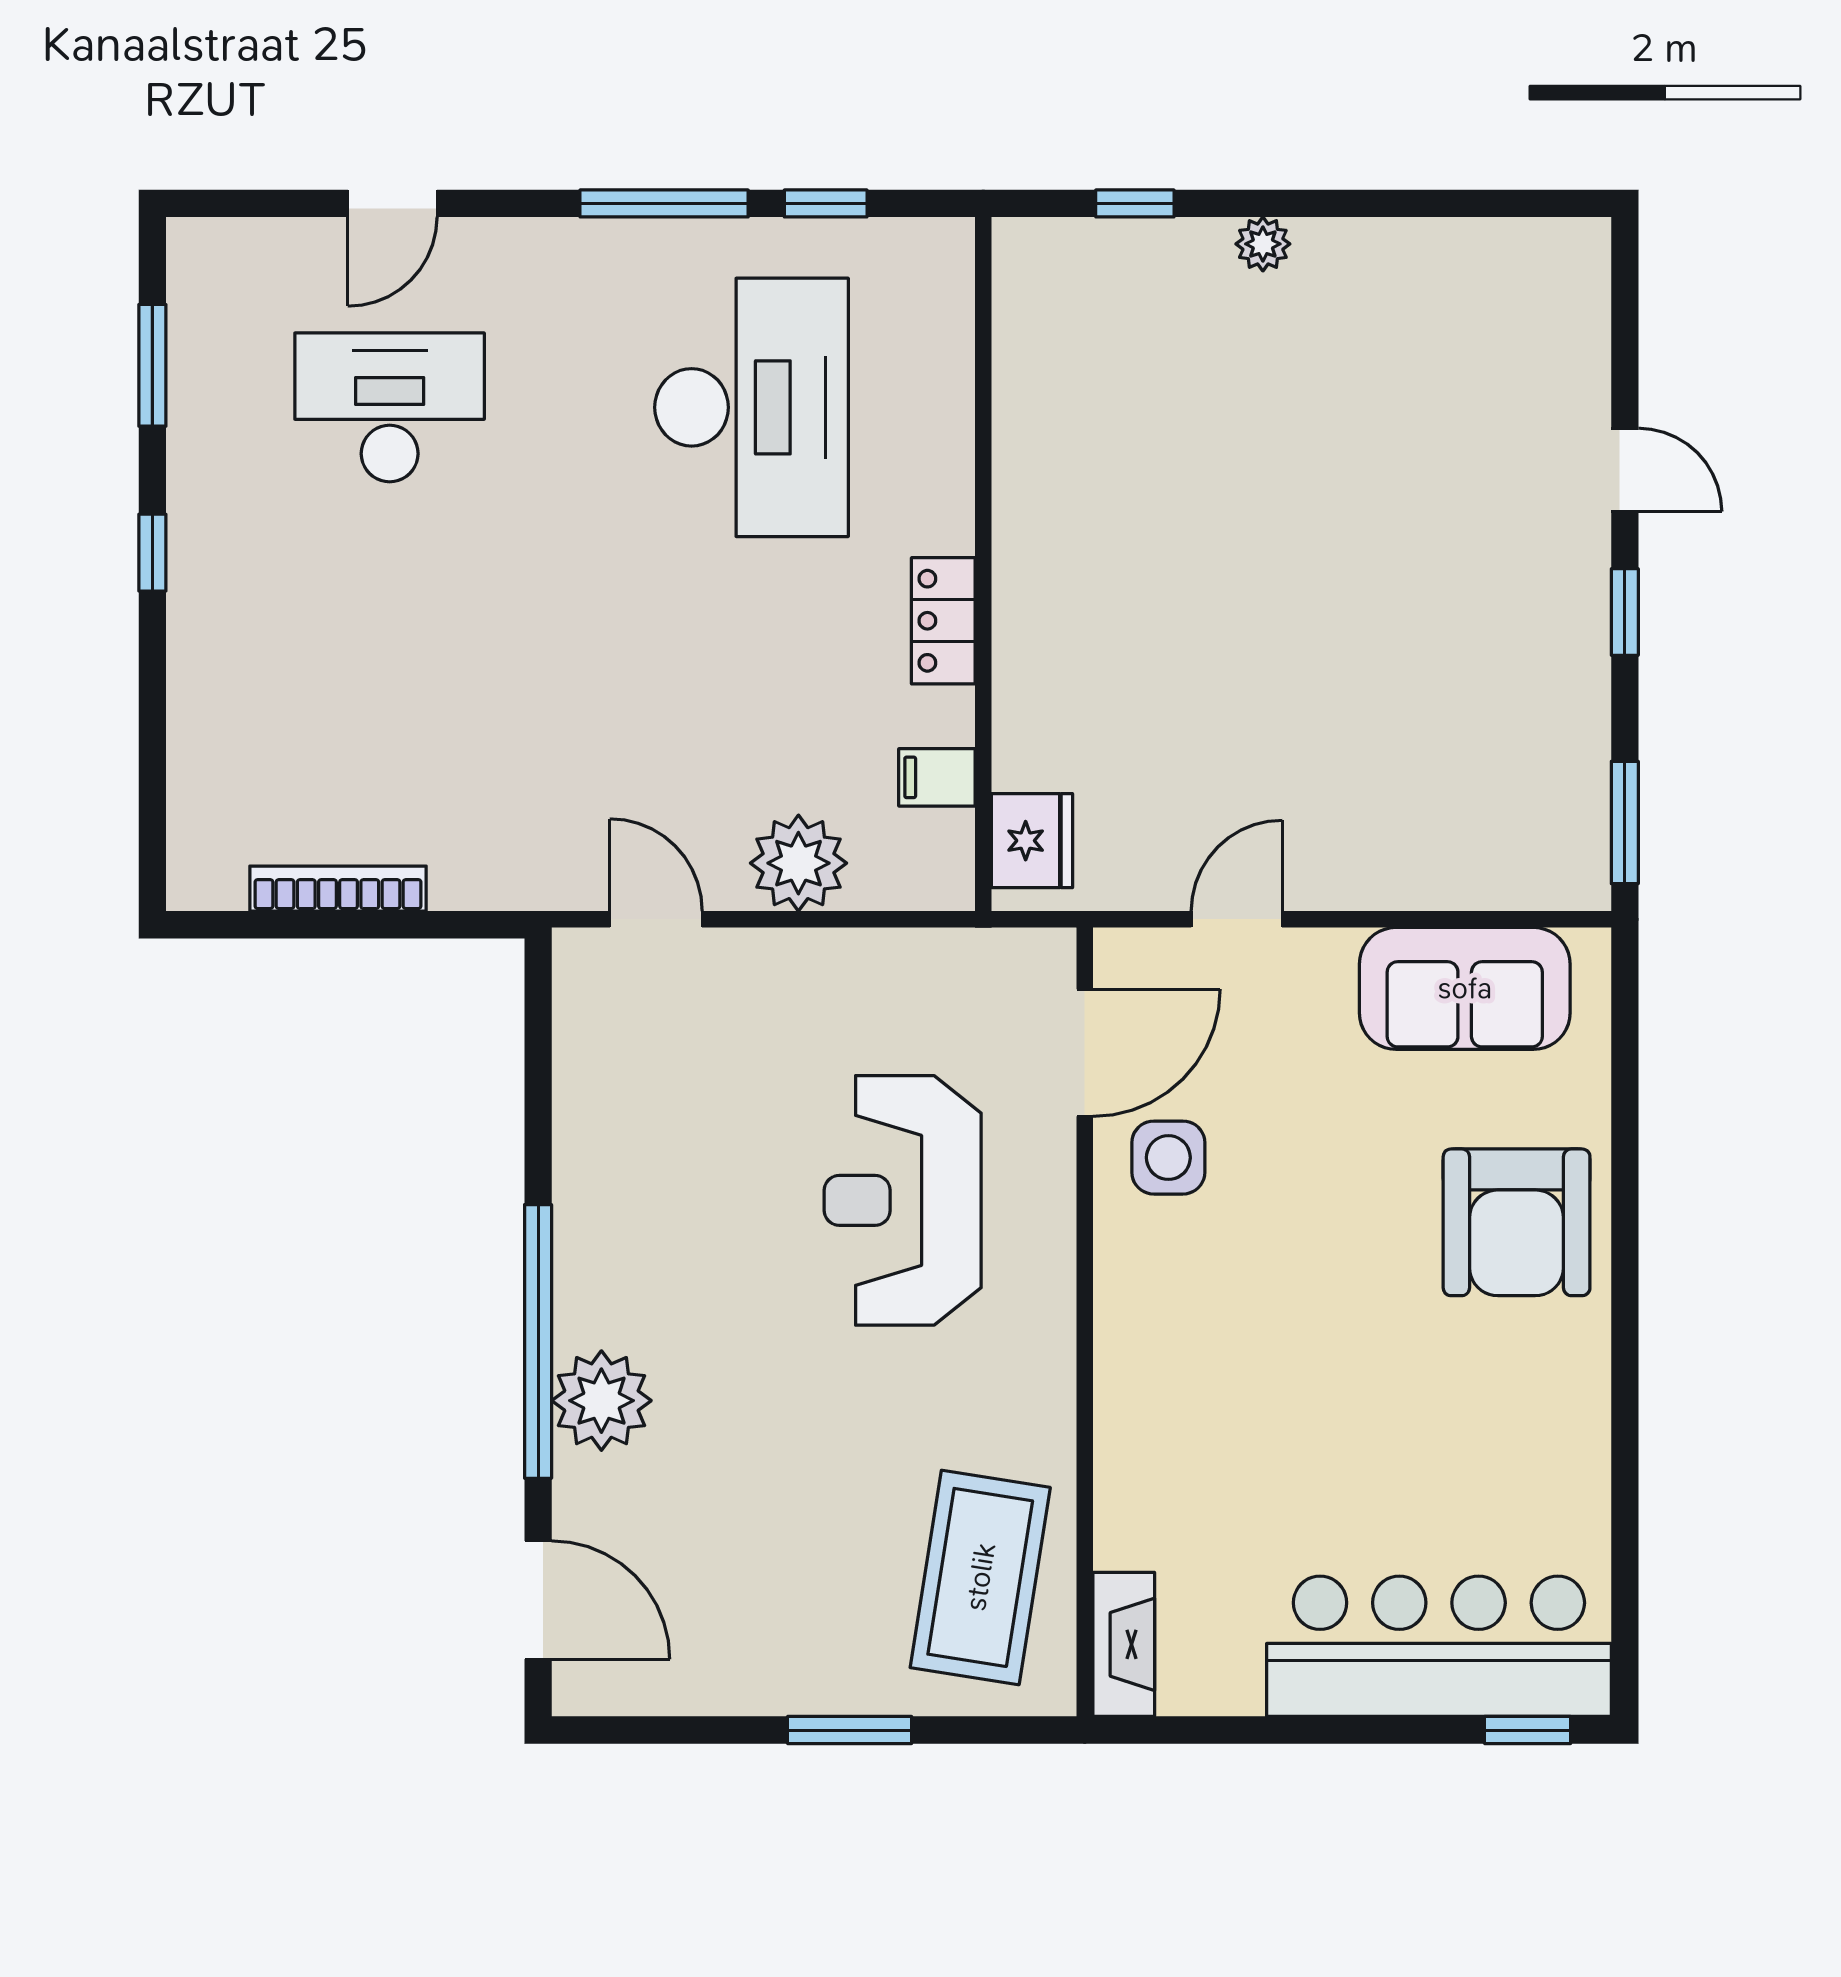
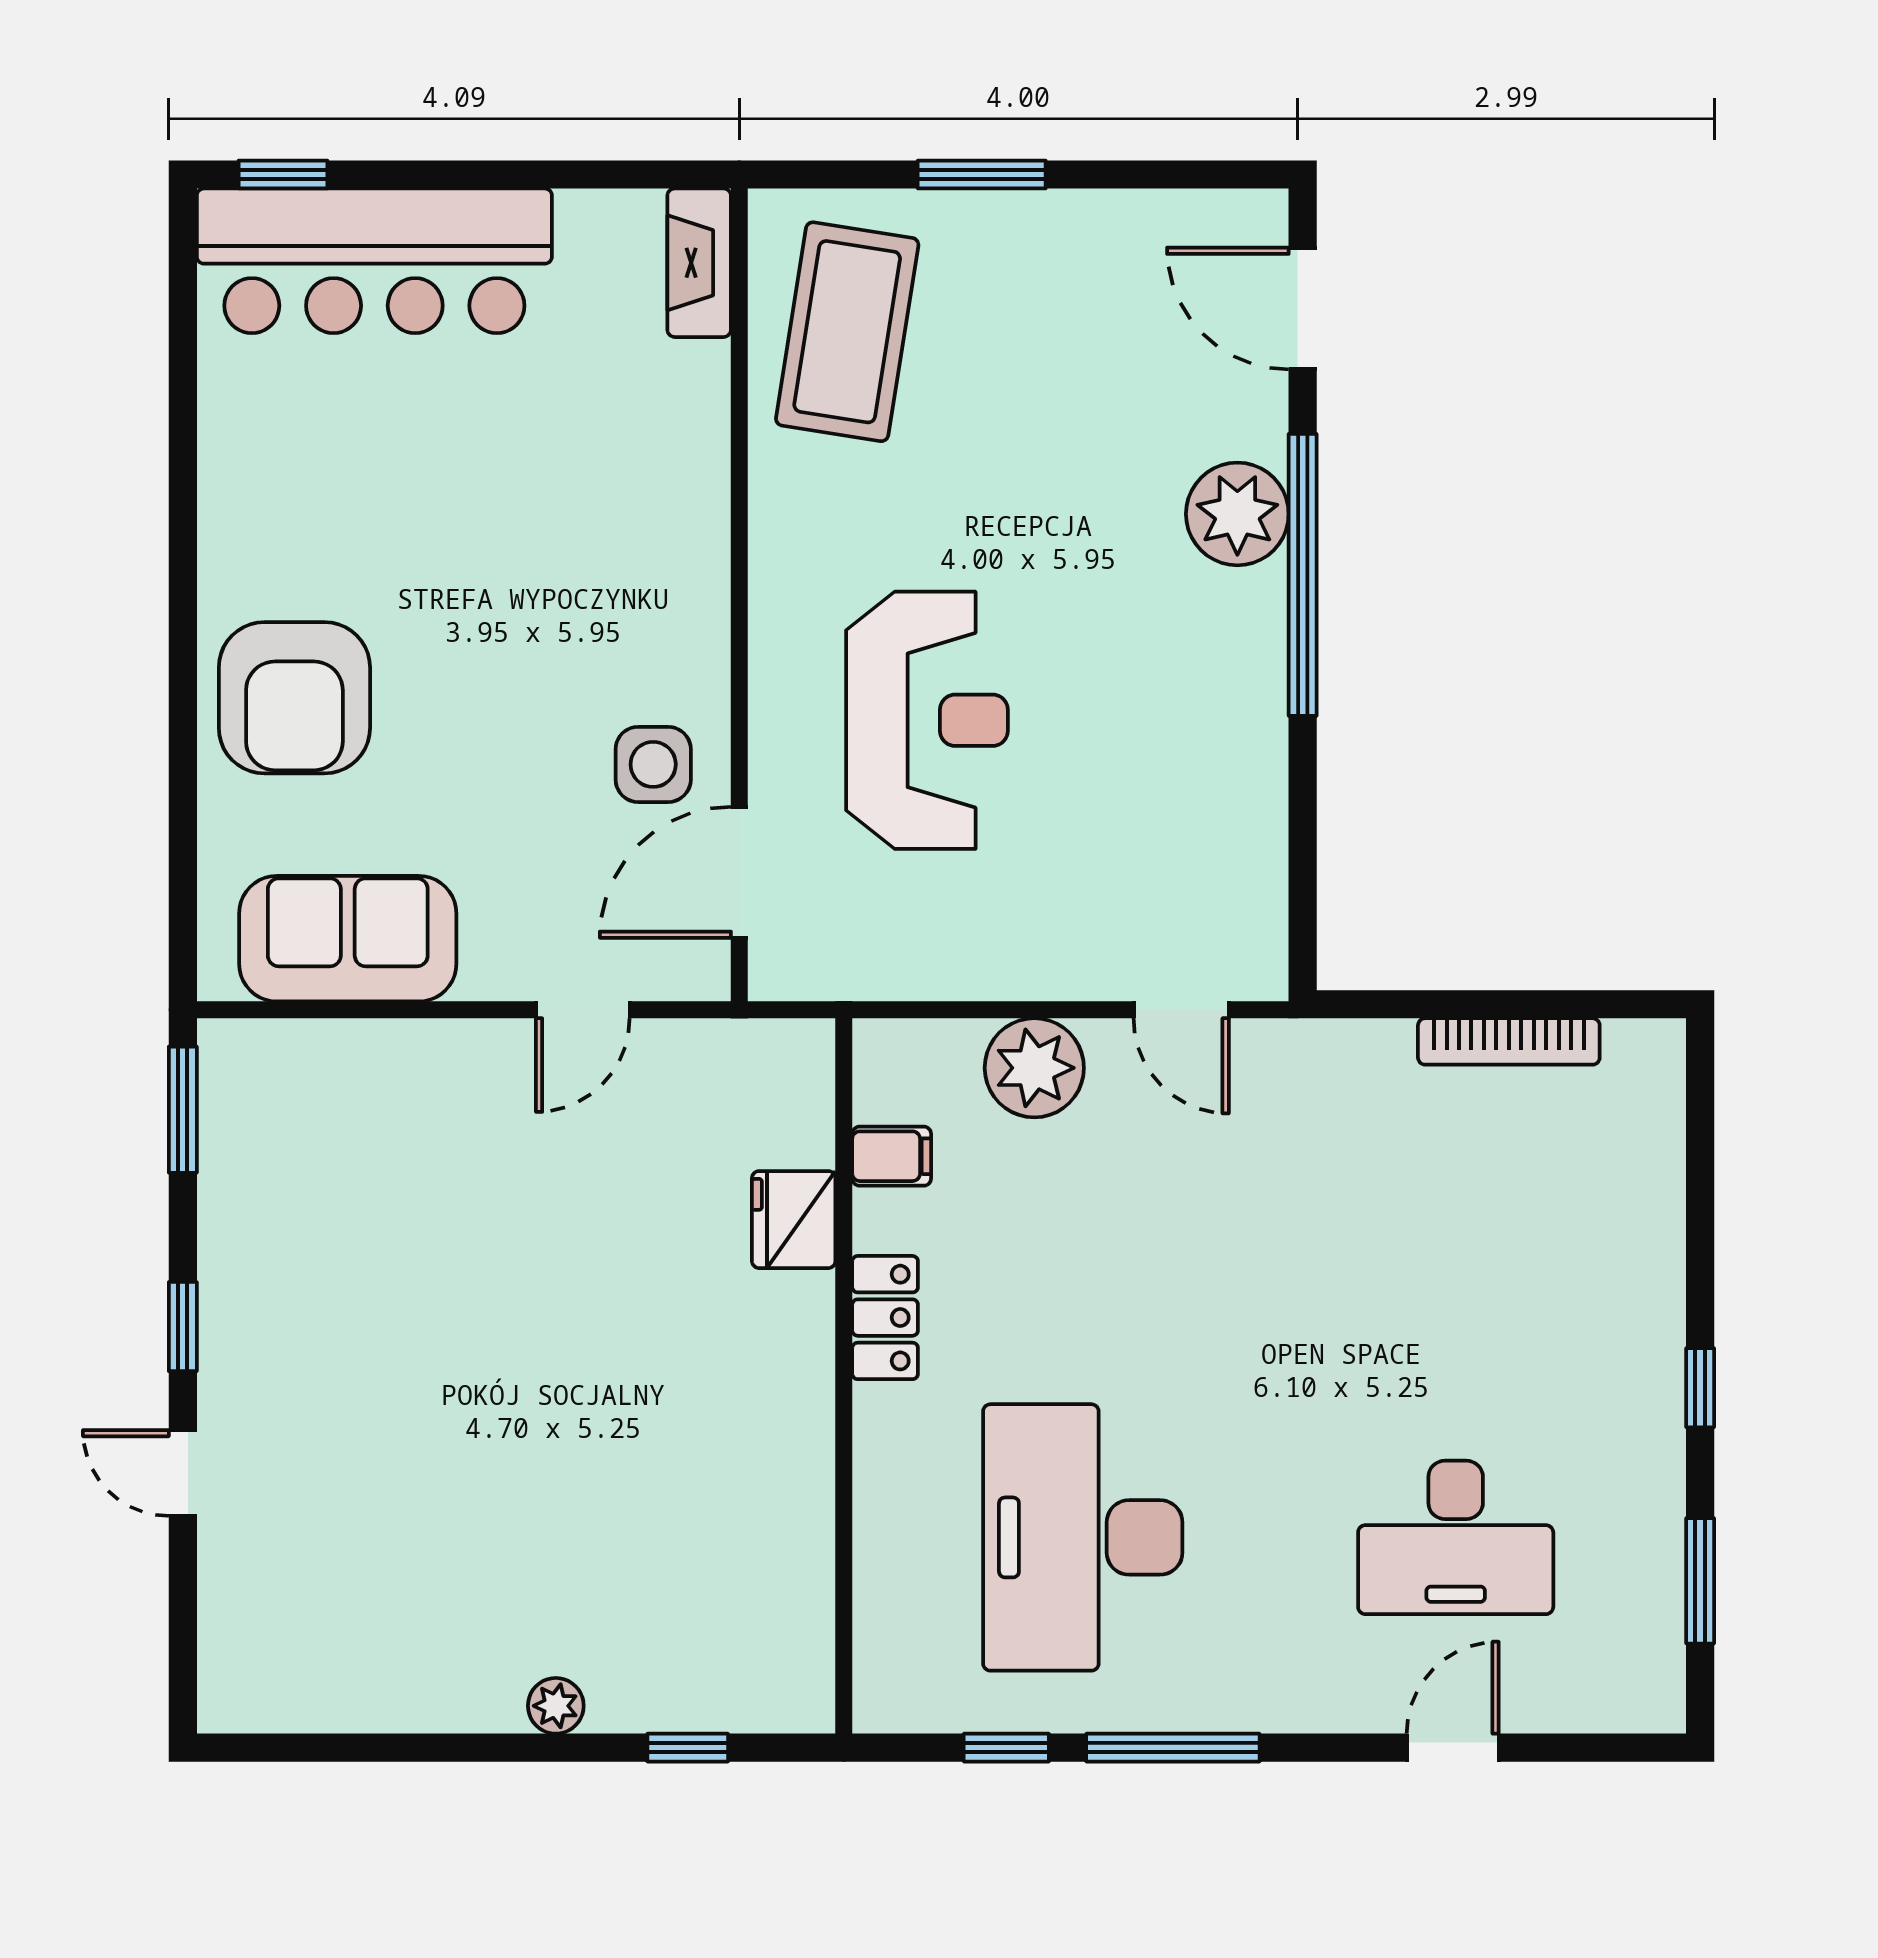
fridge: (1032, 841) -> (794, 1220), moved
armchair: (1517, 1222) -> (294, 698), turned 180

